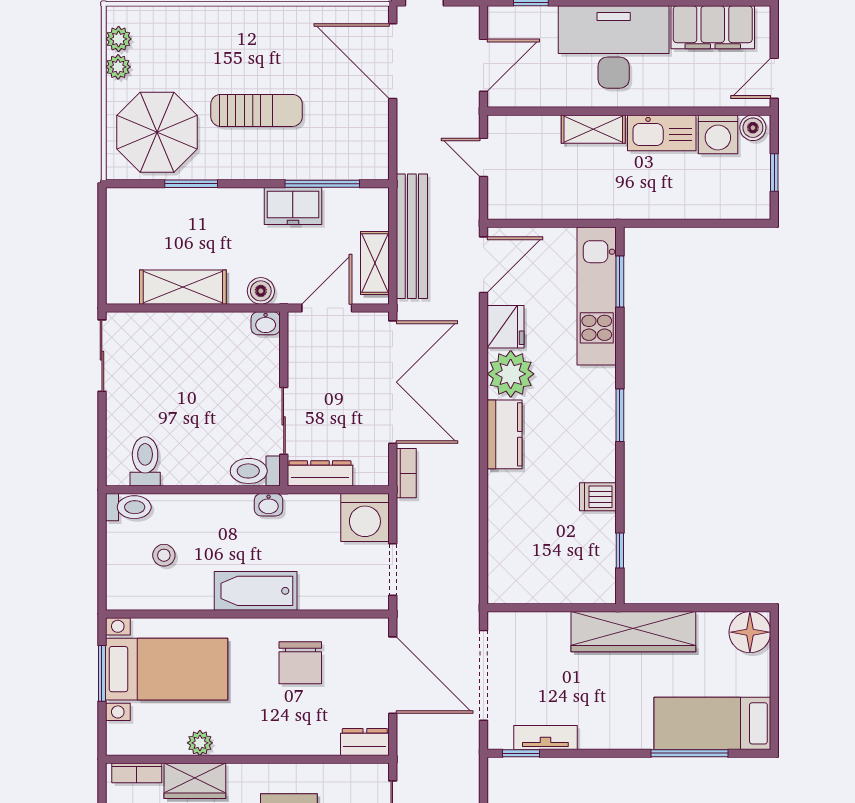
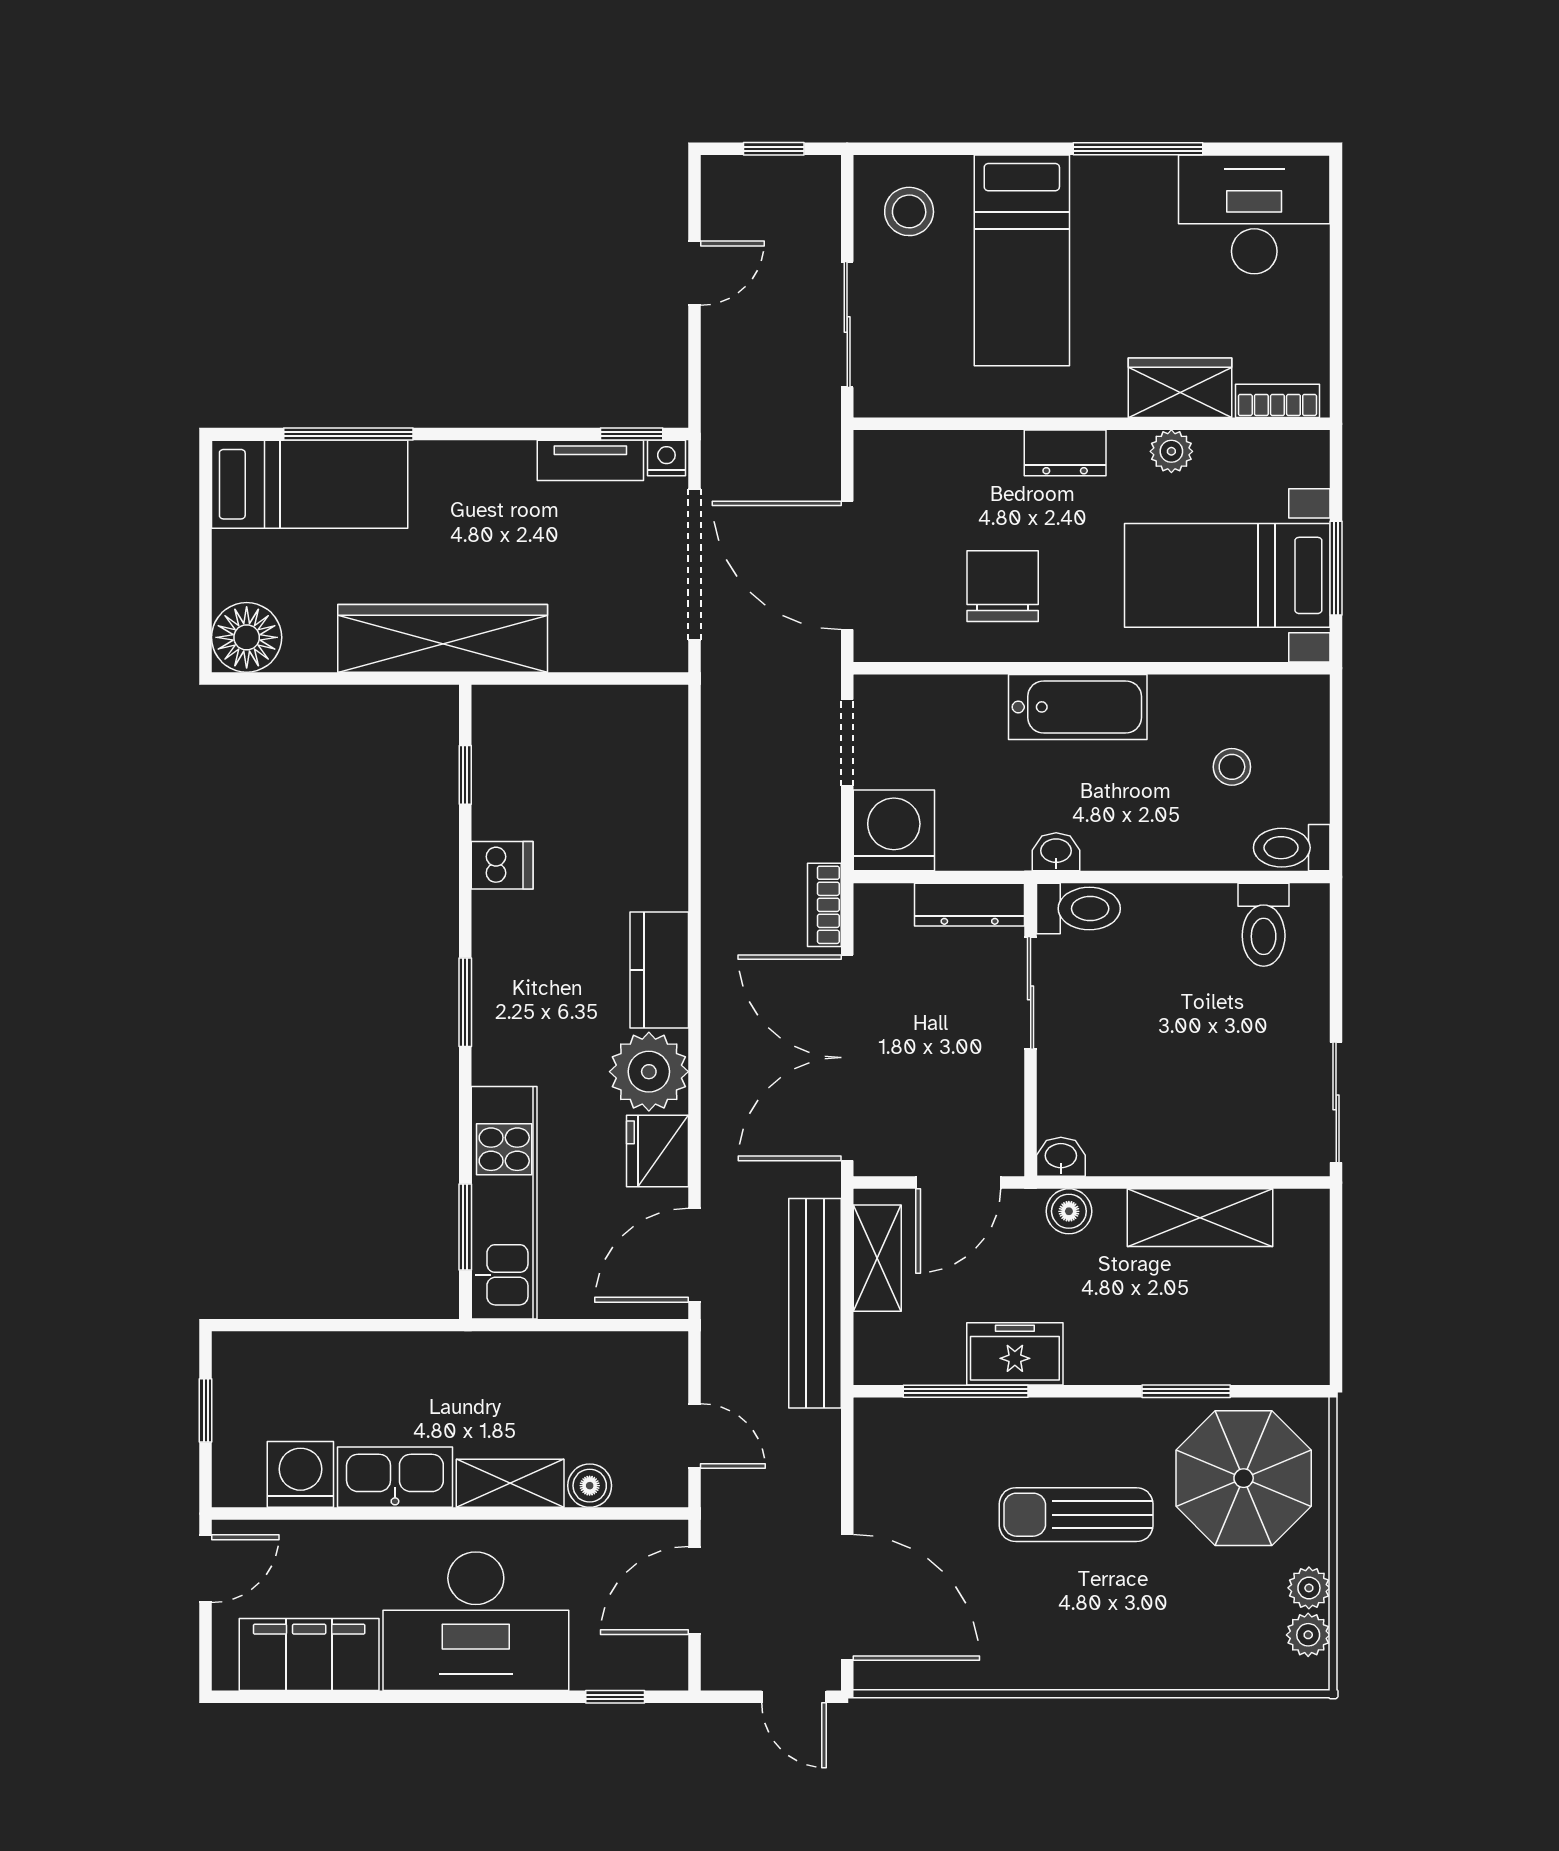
boiler: (753, 128) -> (590, 1486), moved
nightstand: (500, 739) -> (666, 458), added
dresser: (365, 742) -> (1065, 453), moved

